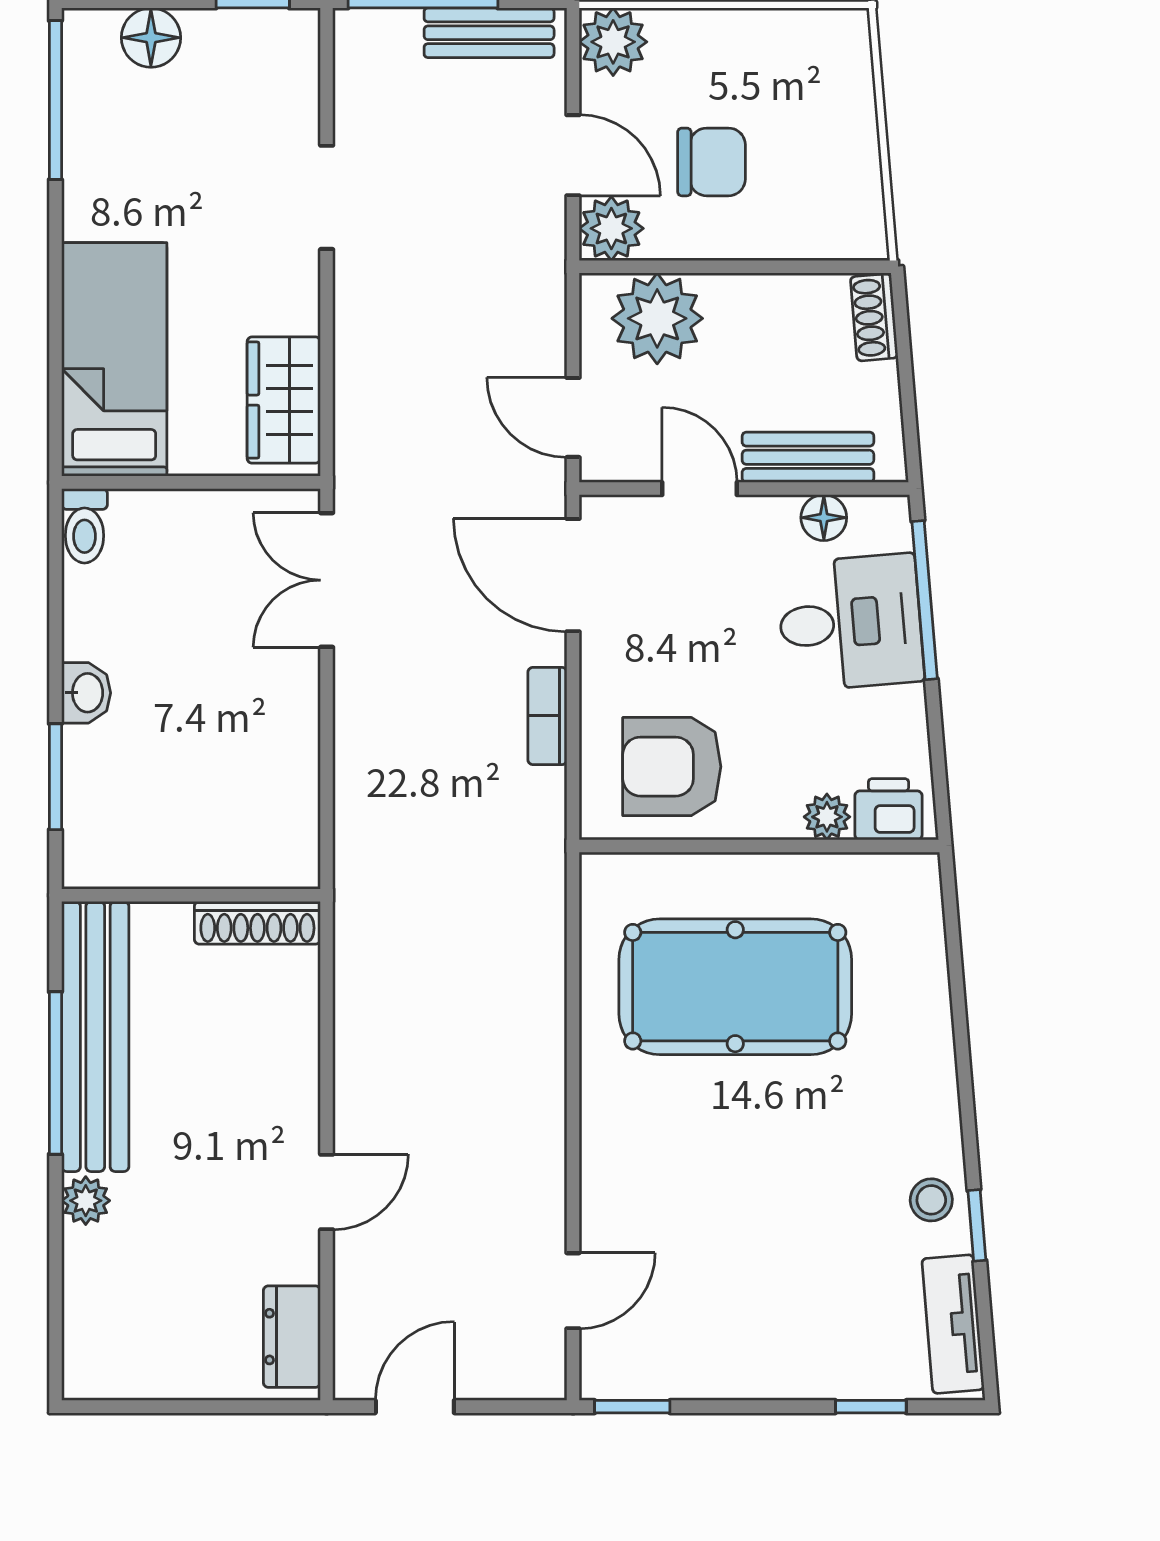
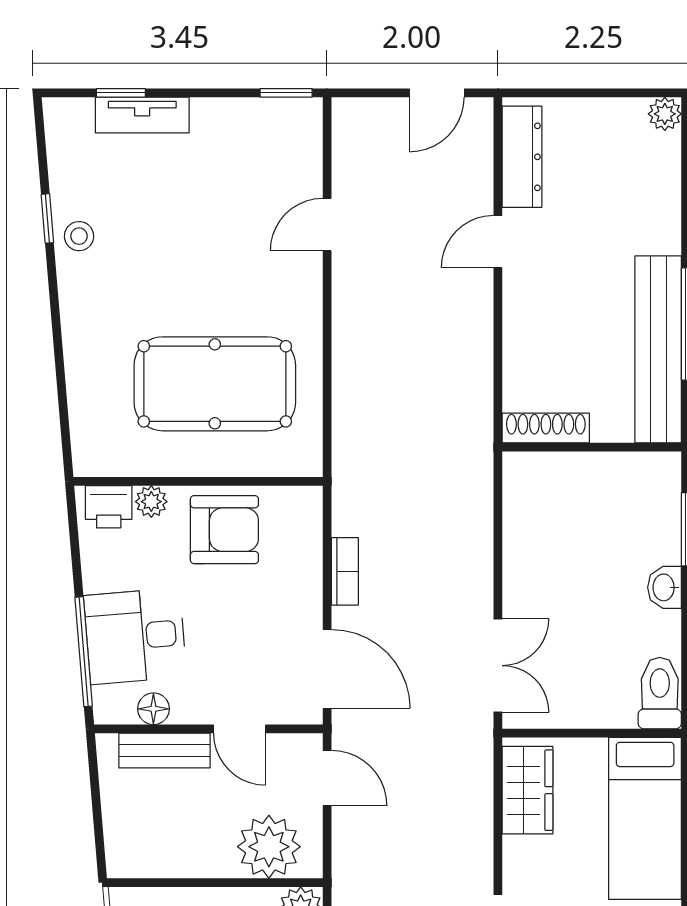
shoe rack: (874, 317) -> (119, 848), removed
toilet: (84, 526) -> (660, 693), width x1.37, depth x1.39
armchair: (672, 767) -> (224, 530), moved
plant: (86, 1201) -> (665, 114), moved
door: (573, 1291) -> (327, 225), moved
tv unit: (953, 1324) -> (142, 115), moved, turned 95
dresser: (292, 1337) -> (522, 157), width x1.44

